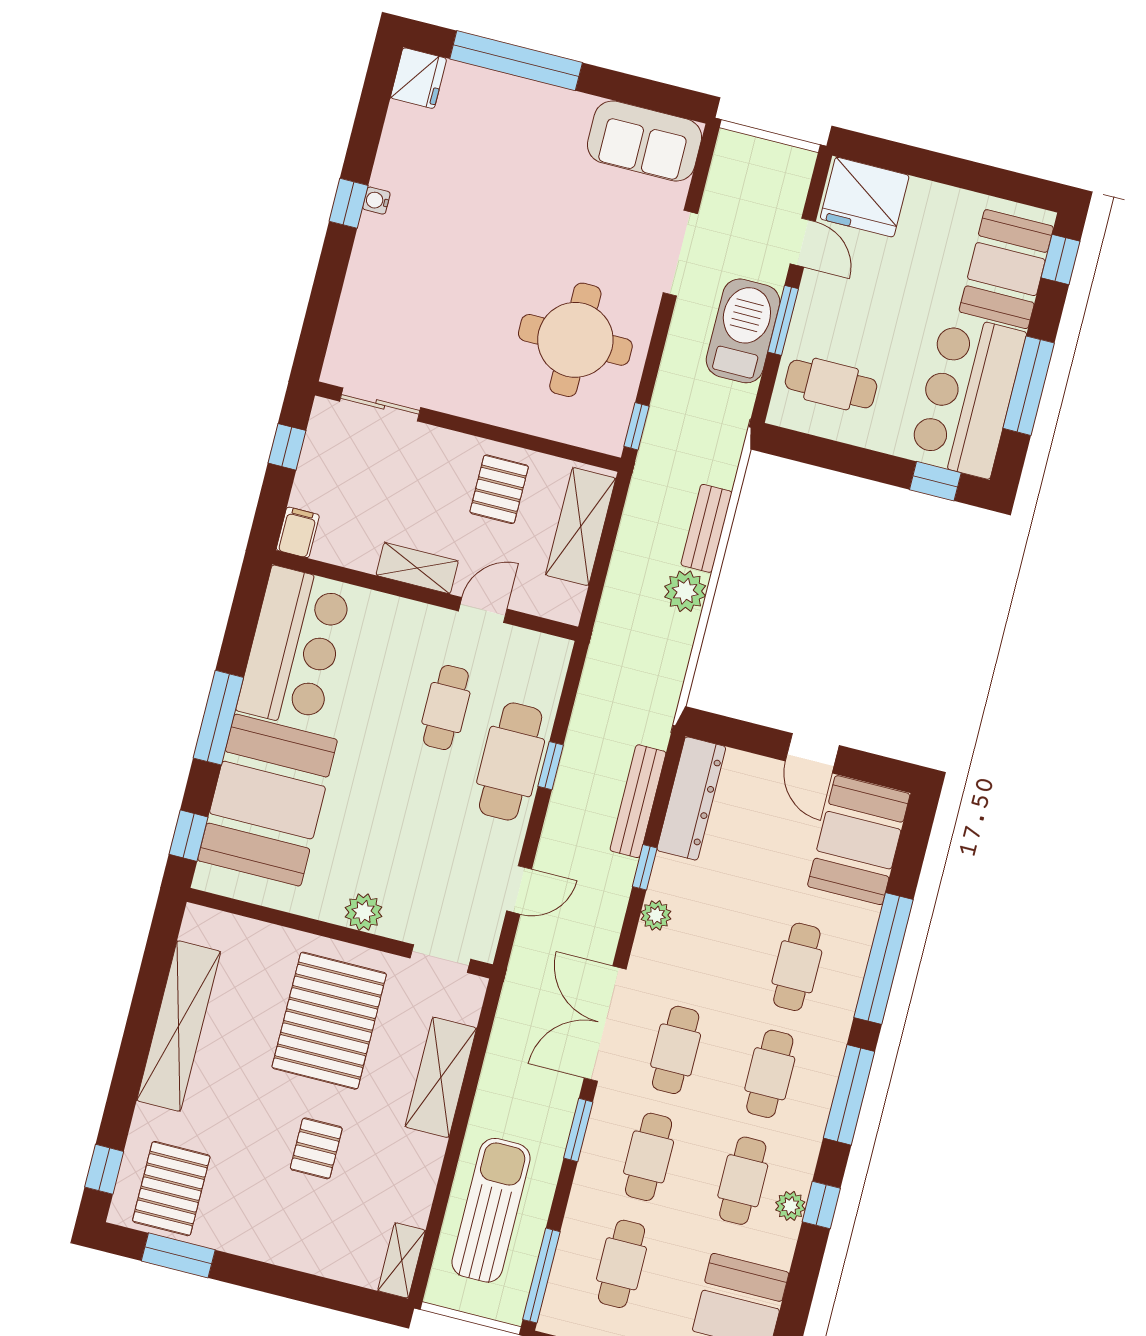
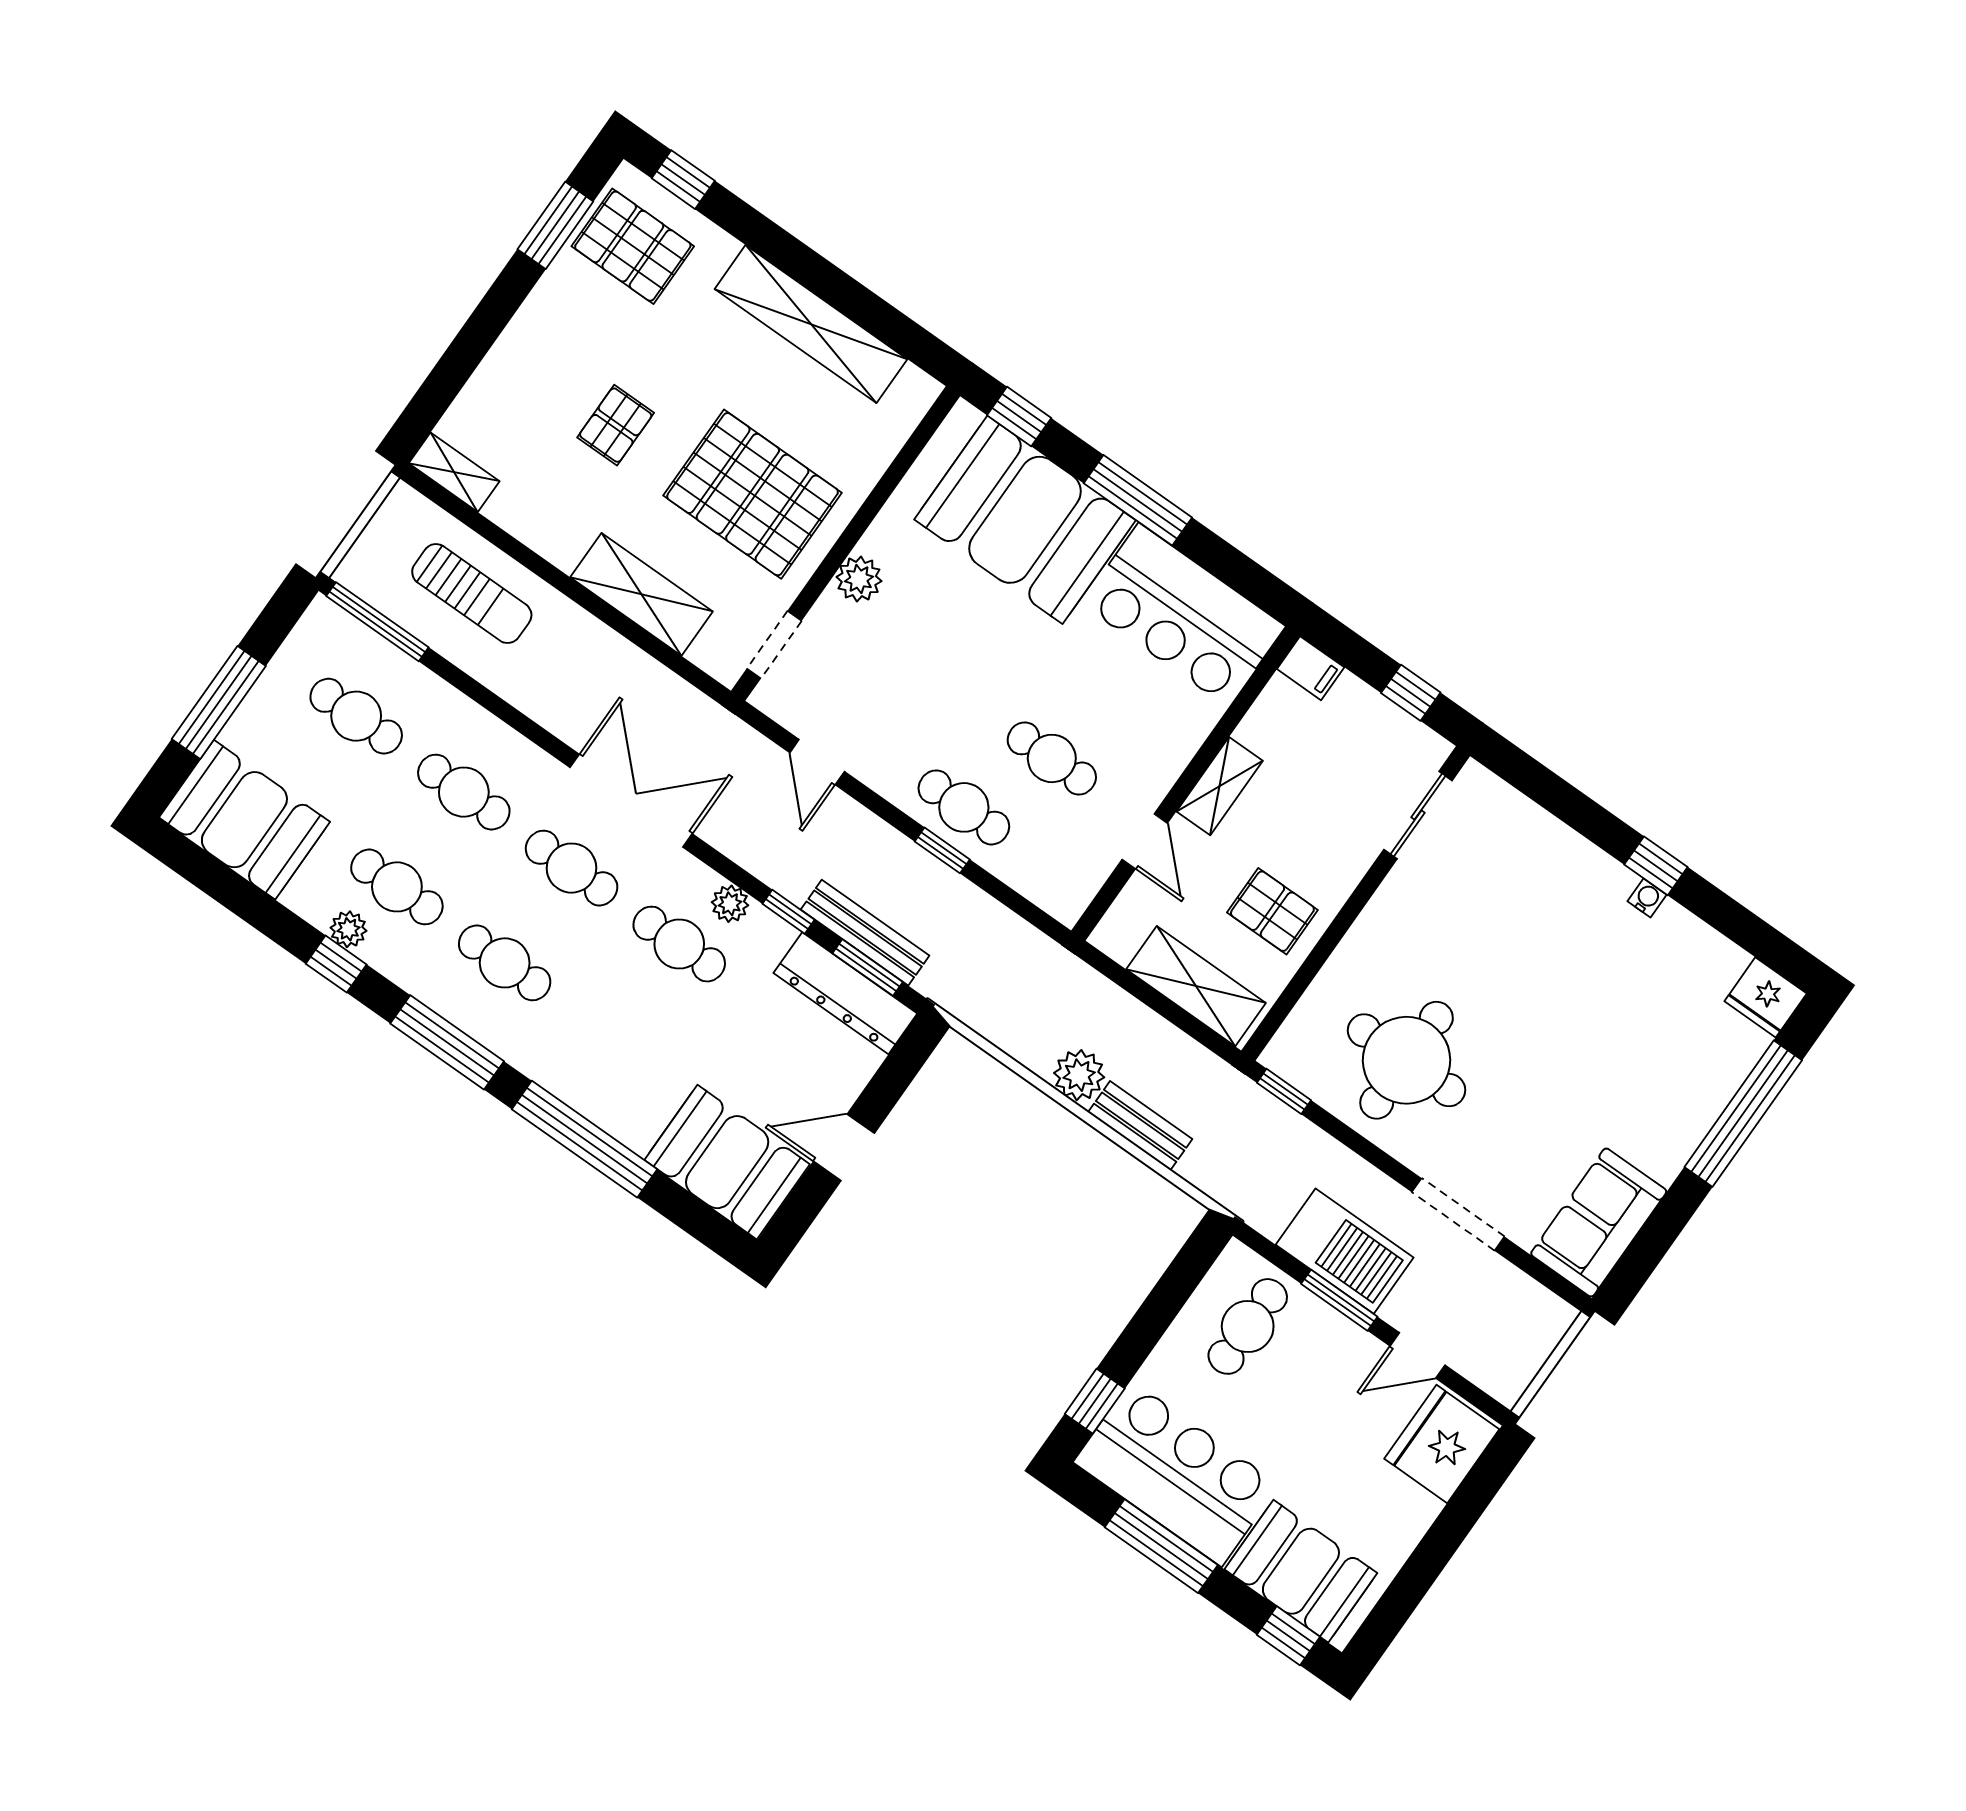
cafe table: (511, 762) -> (964, 807), width x0.73, depth x0.74
cafe table: (797, 967) -> (679, 944), moved
window: (578, 1130) -> (868, 968), moved
pallet: (316, 1148) -> (616, 425), turned 90
sun lounger: (491, 1210) -> (472, 594), width x0.73, depth x0.75

